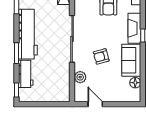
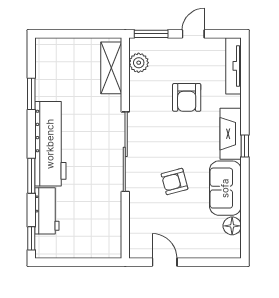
plant: (80, 77) -> (139, 216), removed

